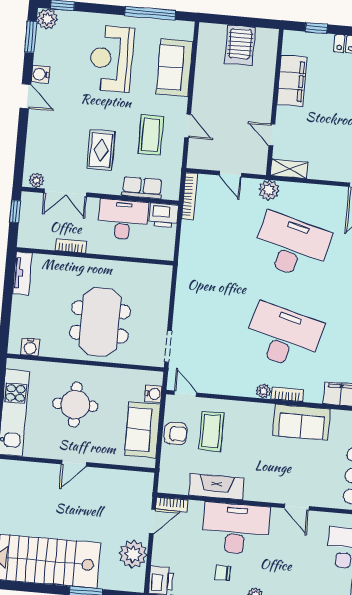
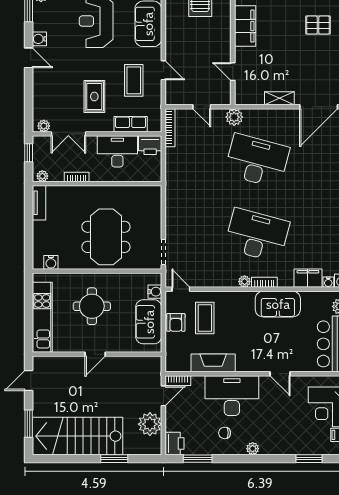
shelving: (289, 169) -> (279, 98), moved
plant: (29, 241) -> (42, 176), added
armchair: (176, 433) -> (176, 322), turned 90

